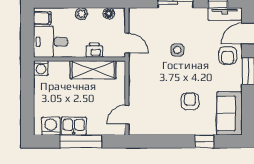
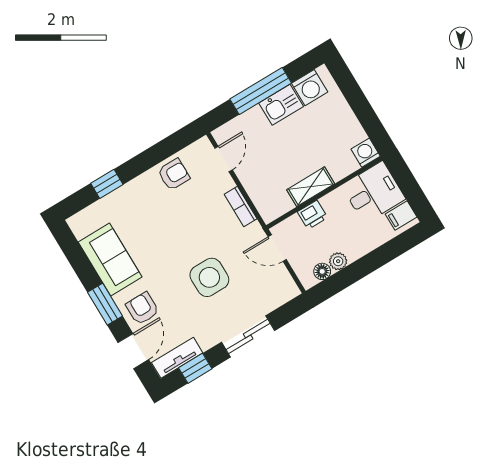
plant: (81, 14) -> (338, 261), moved
side table: (177, 50) -> (209, 277), width x1.87, depth x1.87
shelving: (93, 70) -> (311, 187), width x0.67, depth x0.75
bookcase: (134, 81) -> (241, 206), added
armchair: (190, 101) -> (174, 174), moved, turned -90
sofa: (229, 113) -> (110, 260), moved

